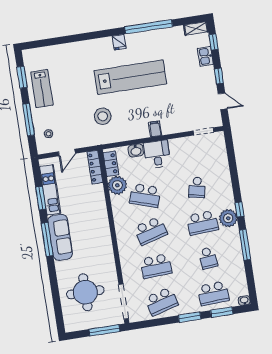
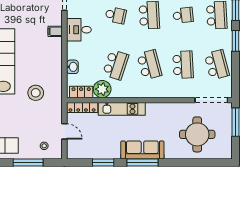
filing cabinet: (155, 129) -> (55, 31), moved
desk: (157, 154) -> (79, 30), moved
kitchen unit: (50, 190) -> (122, 109), moved, turned 180

